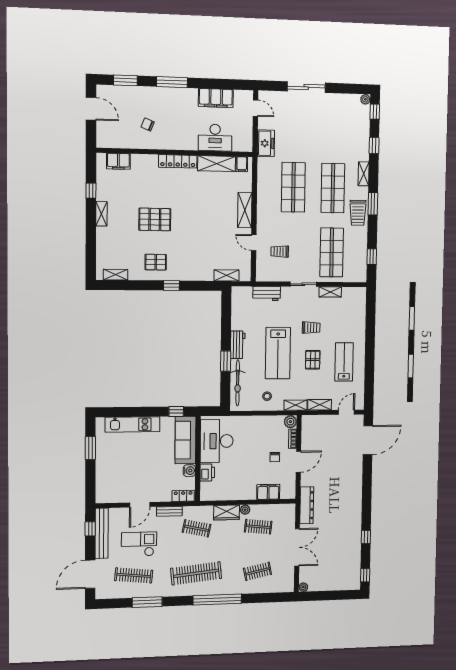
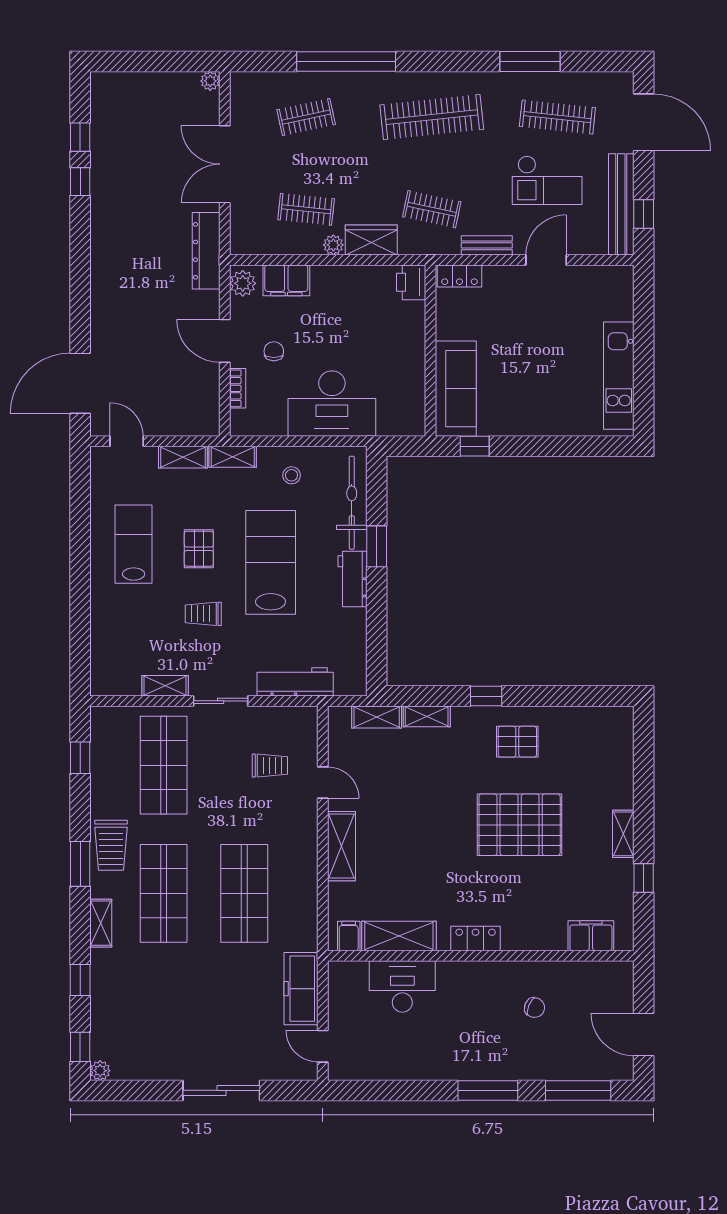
window: (125, 80) -> (578, 1090), width x1.44
filing cabinet: (216, 98) -> (402, 1063), removed
freezer: (266, 143) -> (301, 989), width x1.40
locker: (178, 161) -> (476, 938), width x0.66
trolley: (358, 213) -> (111, 845), turned 180
pallet: (155, 219) -> (520, 825), width x1.37, depth x1.41
shelving: (116, 275) -> (427, 716), moved
workbench: (267, 293) -> (295, 682), width x1.38
lab bench: (344, 362) -> (134, 544), turned 180
door: (346, 412) -> (127, 441), swing flipped
plant: (290, 422) -> (243, 283), moved
kitchen unit: (132, 424) -> (619, 376), moved, turned -90
desk: (217, 441) -> (332, 404), moved, turned 90
window: (90, 448) -> (644, 375), removed
door: (298, 462) -> (225, 341), hinge flipped
water cooler: (189, 471) -> (447, 327), removed
printer: (207, 472) -> (411, 282), moved
door: (90, 574) -> (644, 122), hinge flipped
window: (365, 575) -> (80, 137), moved
window: (217, 600) -> (346, 61), moved

